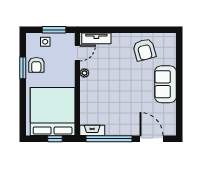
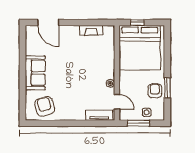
armchair: (144, 50) -> (45, 106), moved
door: (77, 53) -> (117, 102), swing flipped
fireplace: (92, 130) -> (91, 30), moved
window: (109, 139) -> (87, 22), removed

